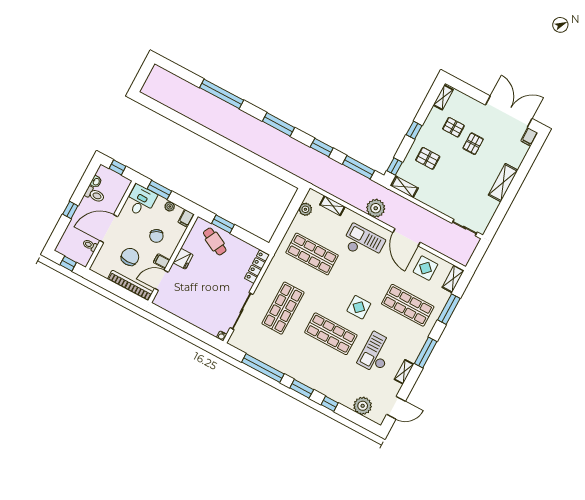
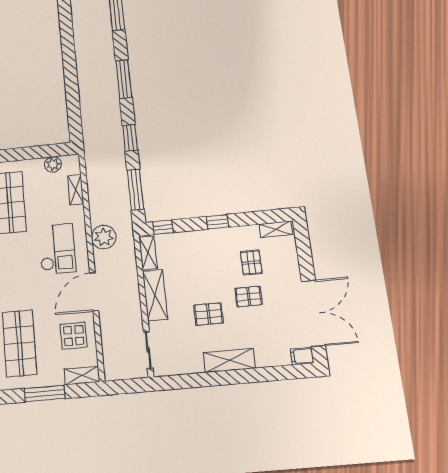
pallet: (428, 158) -> (208, 314), moved, turned 90
shelving: (434, 201) -> (155, 295), added

